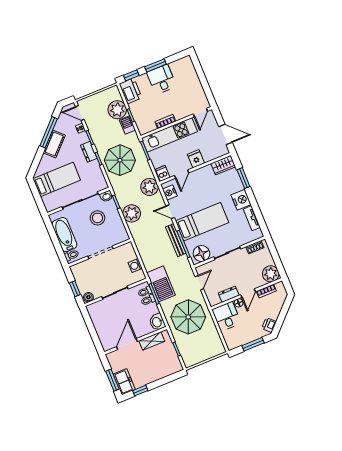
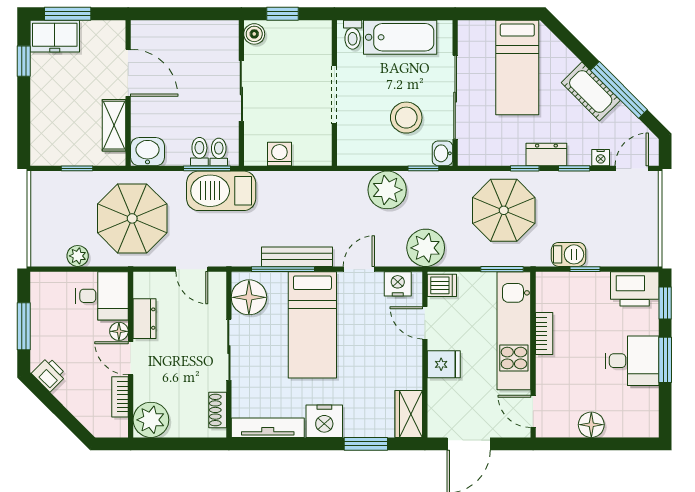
floor lamp: (196, 86) -> (591, 425), added
plant: (117, 110) -> (78, 256), moved, width x0.53, depth x0.53
tv unit: (252, 218) -> (268, 428), width x1.41

